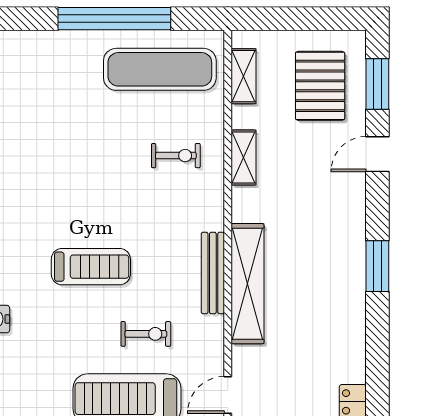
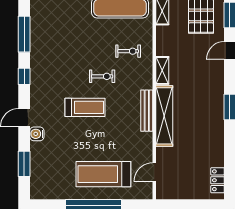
shelving: (244, 158) -> (162, 70), moved
exercise bike: (146, 334) -> (102, 76), moved

